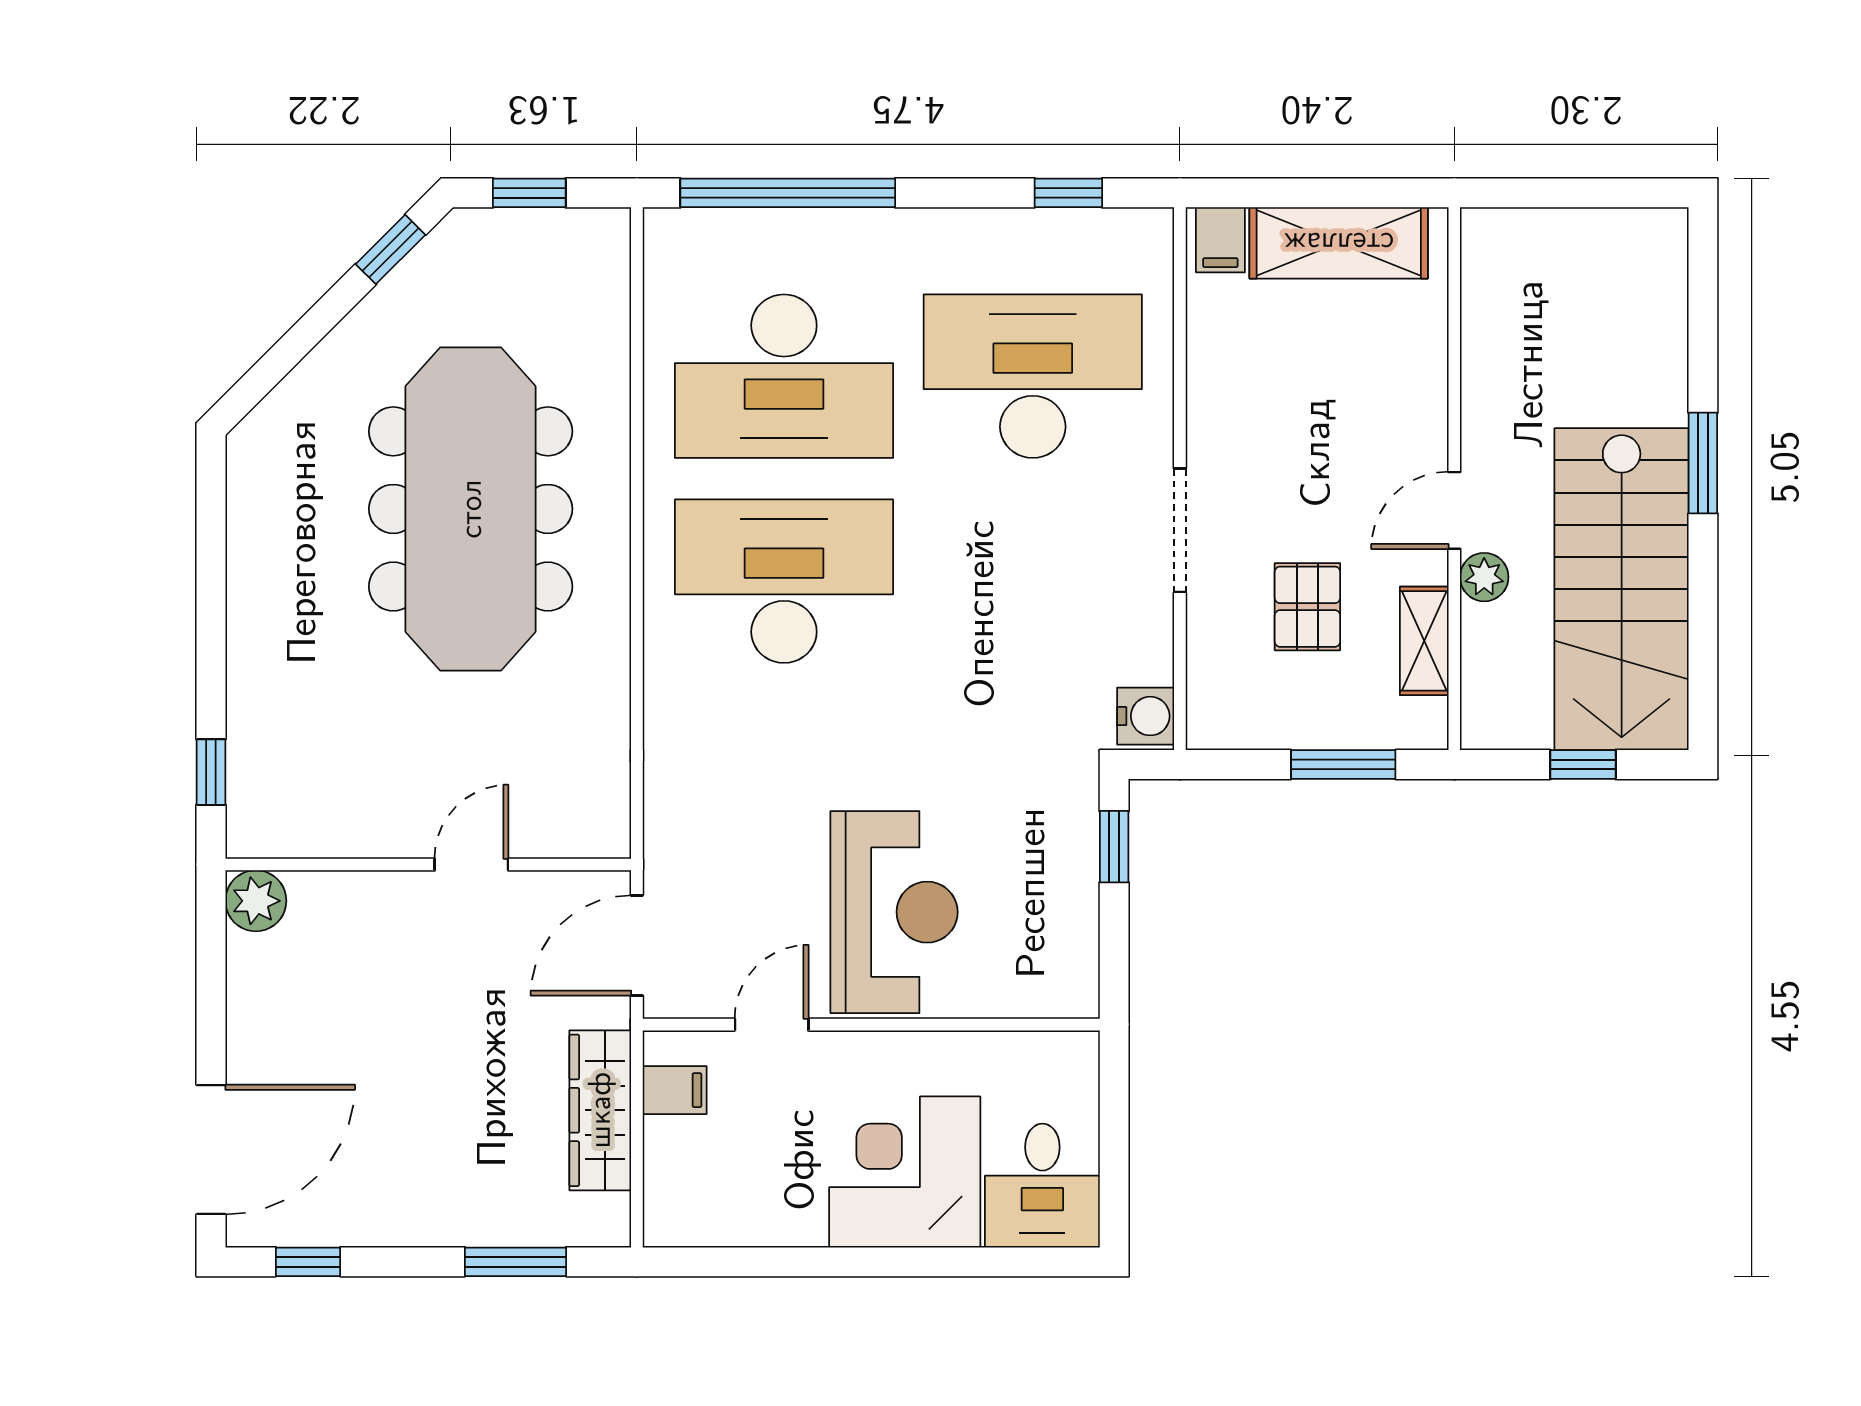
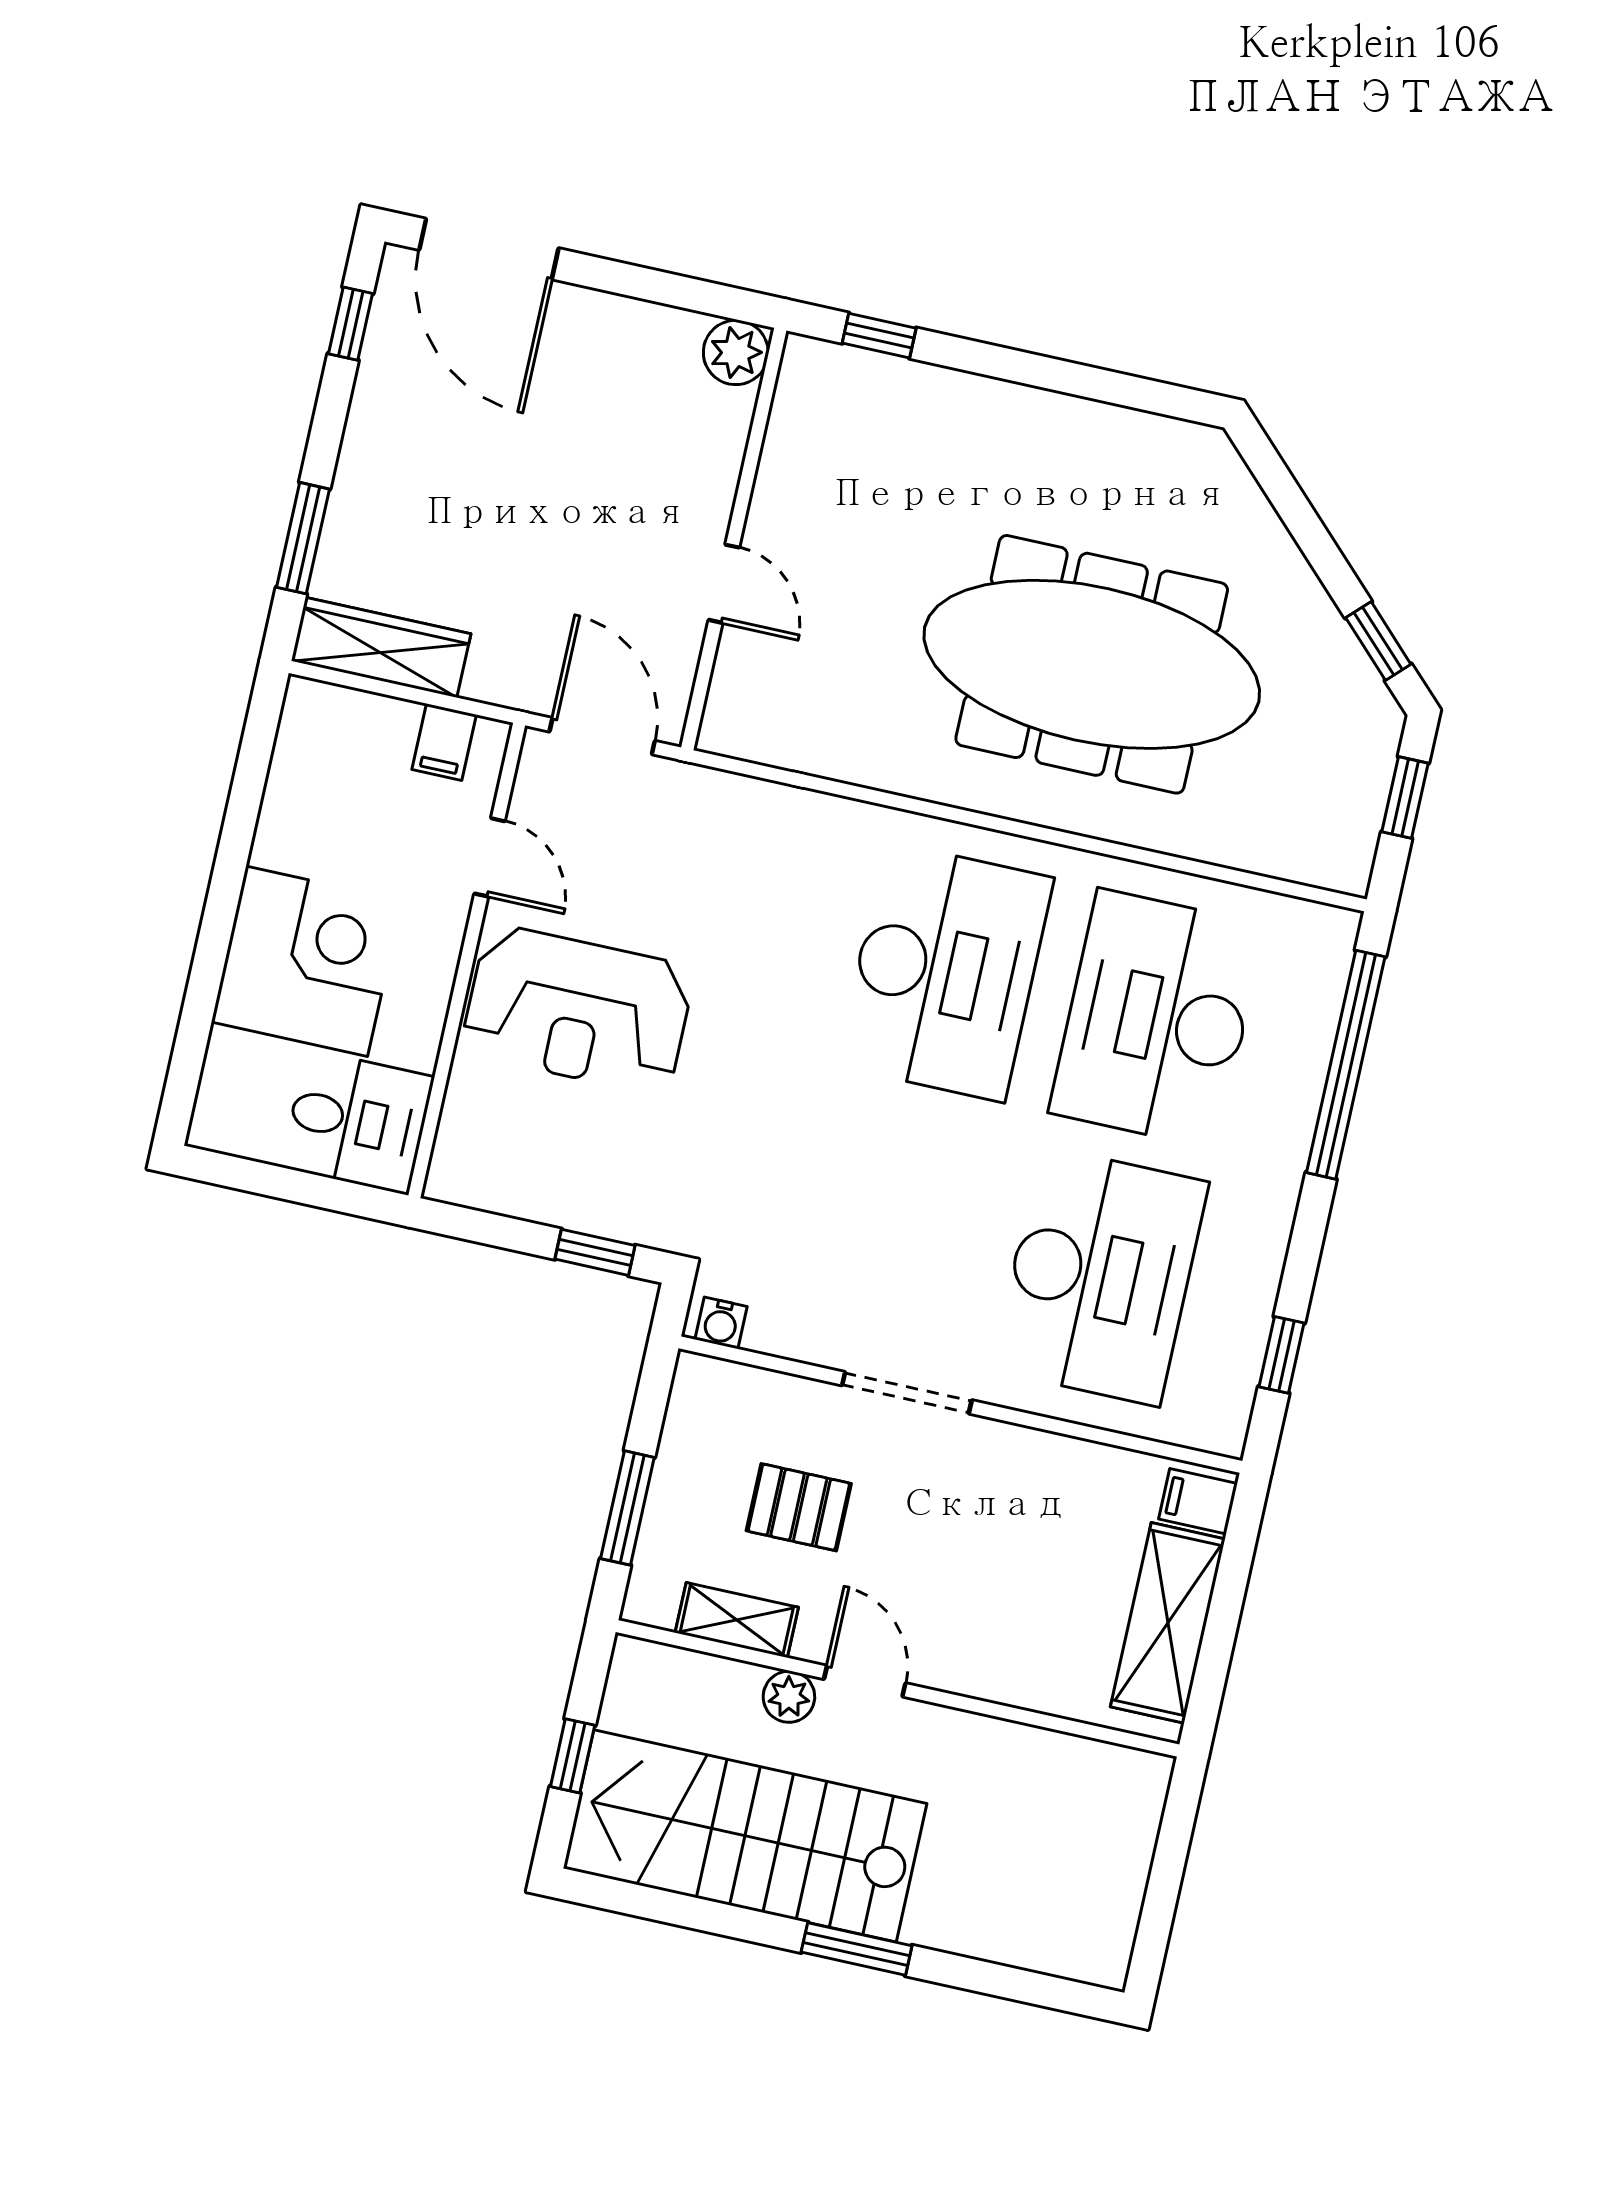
water cooler: (1146, 716) -> (721, 1323), width x0.72, depth x0.72
wardrobe: (600, 1110) -> (381, 647), moved
desk: (1042, 1186) -> (358, 1122), moved, turned 180

